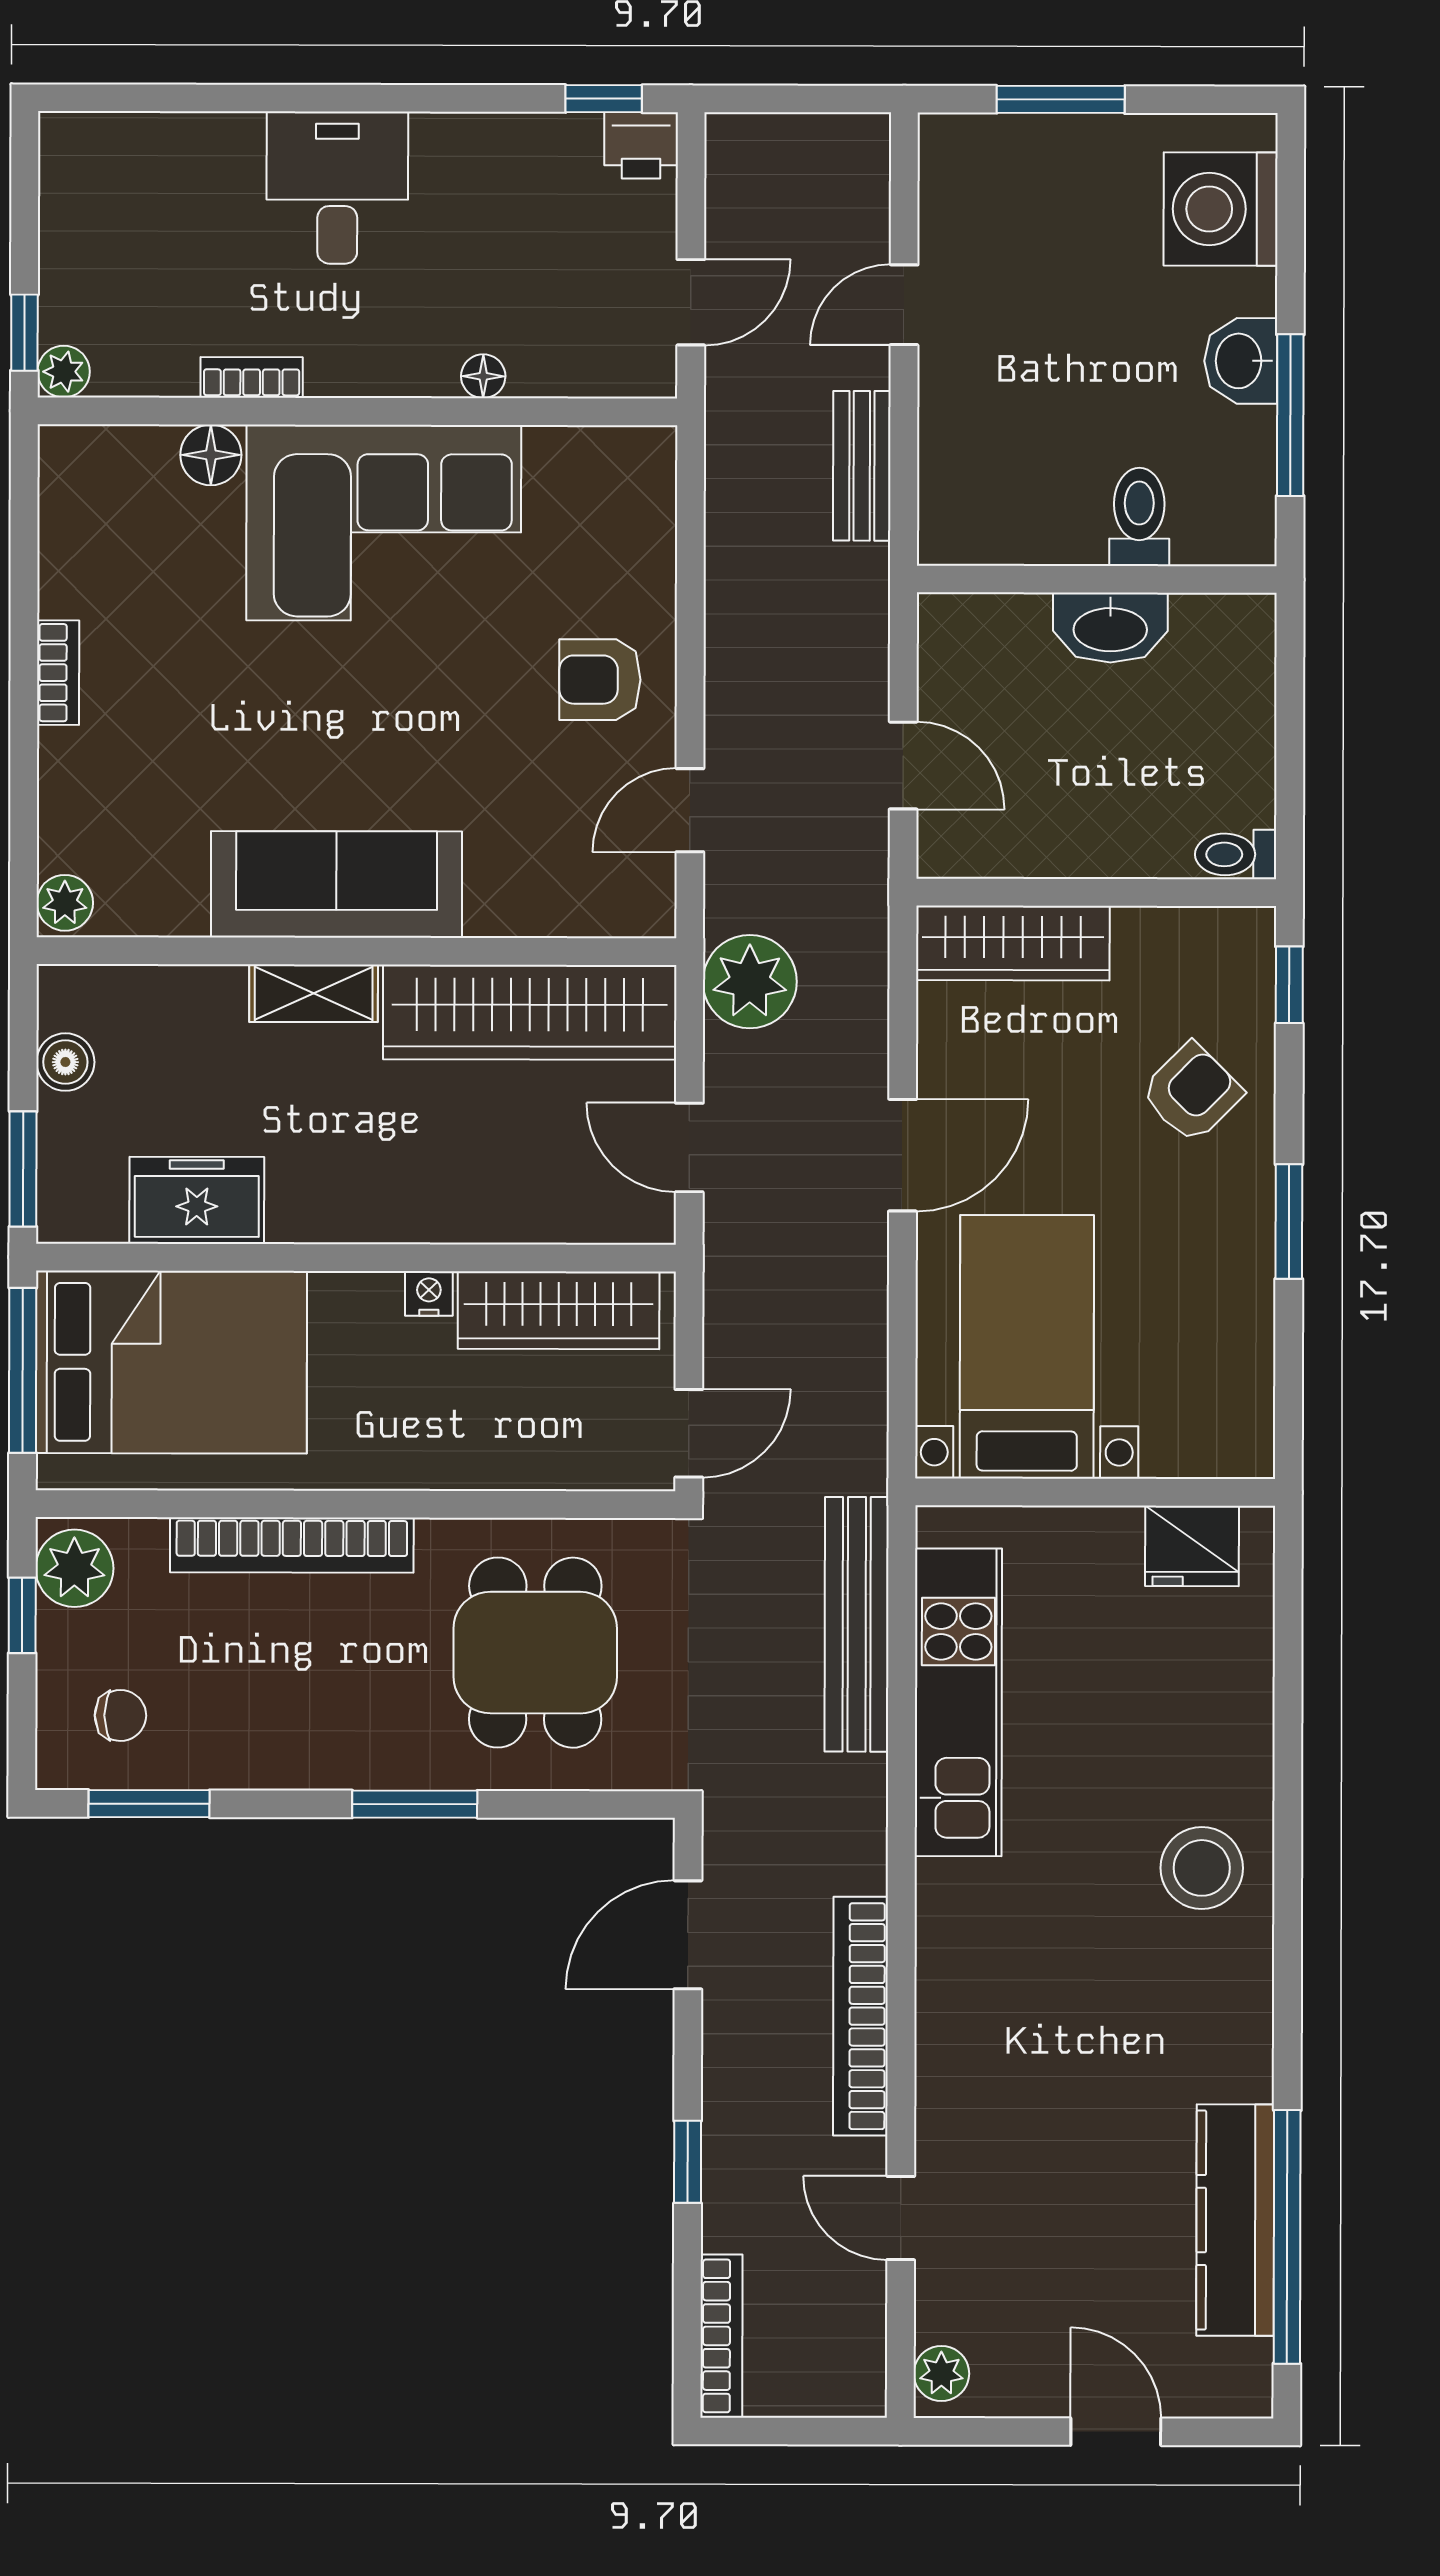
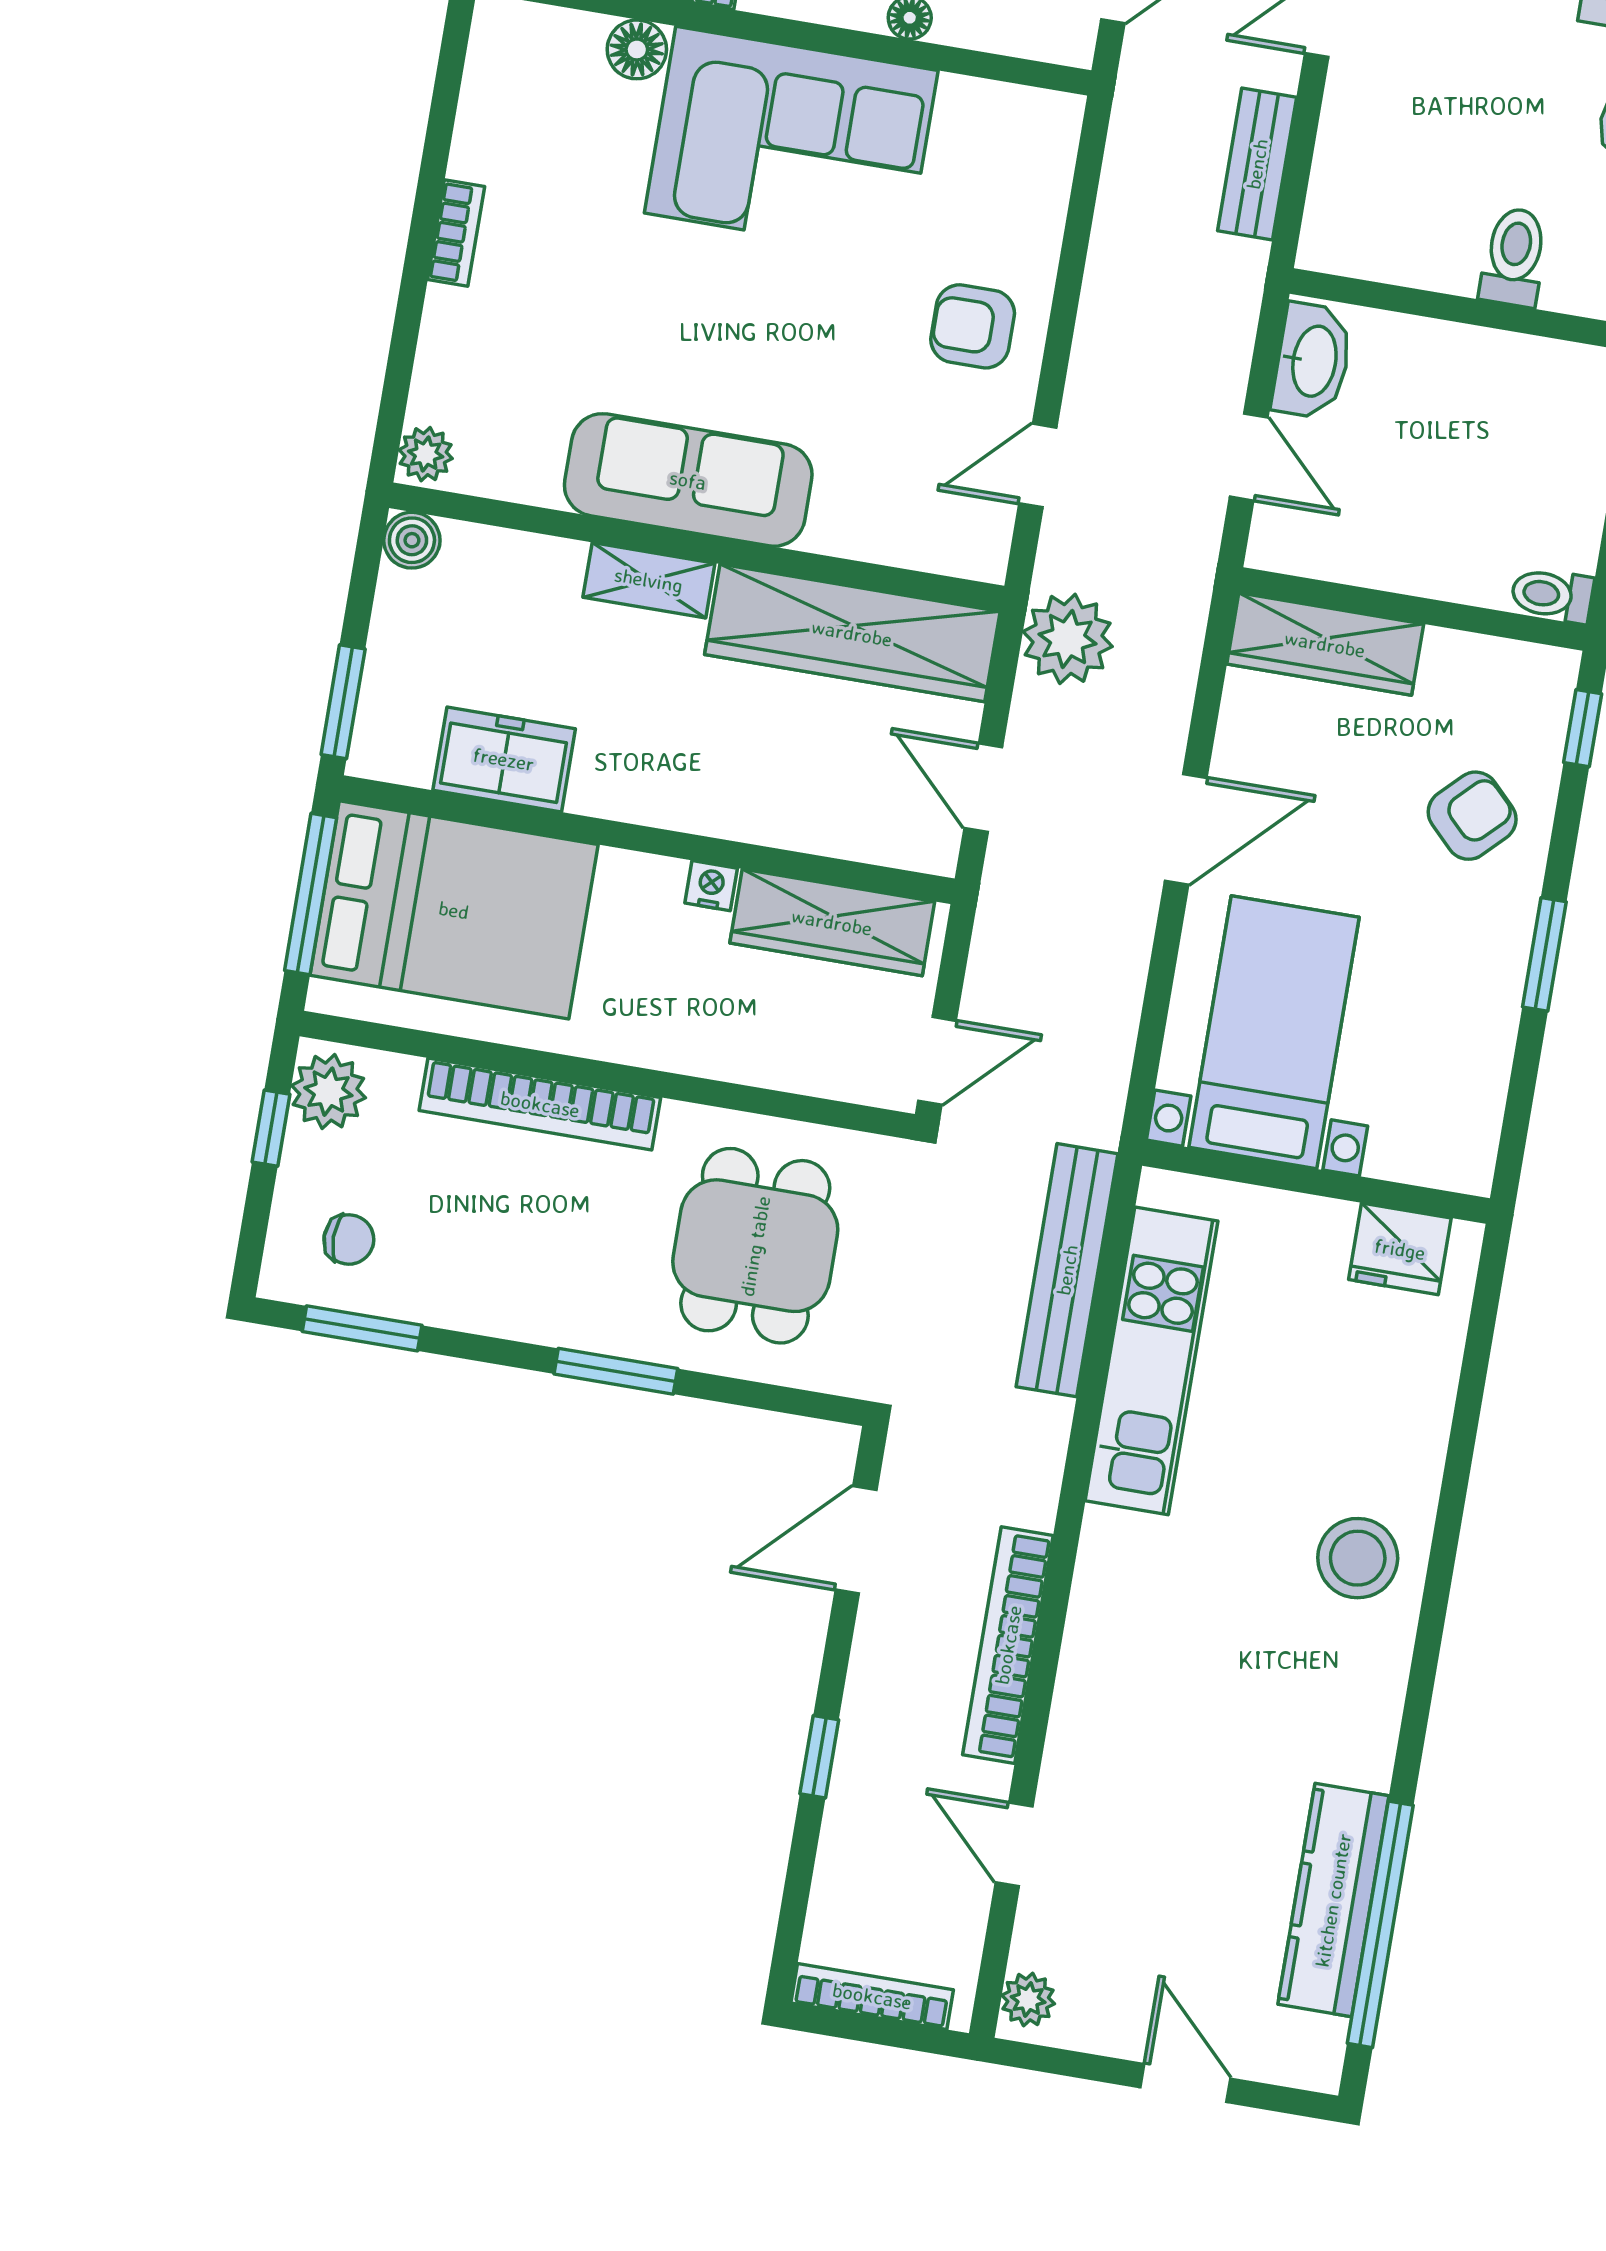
washbasin: (1110, 628) -> (1312, 361), moved, turned -90
boiler: (65, 1062) -> (412, 540), moved
bookcase: (721, 2336) -> (872, 1996), moved, turned -90

